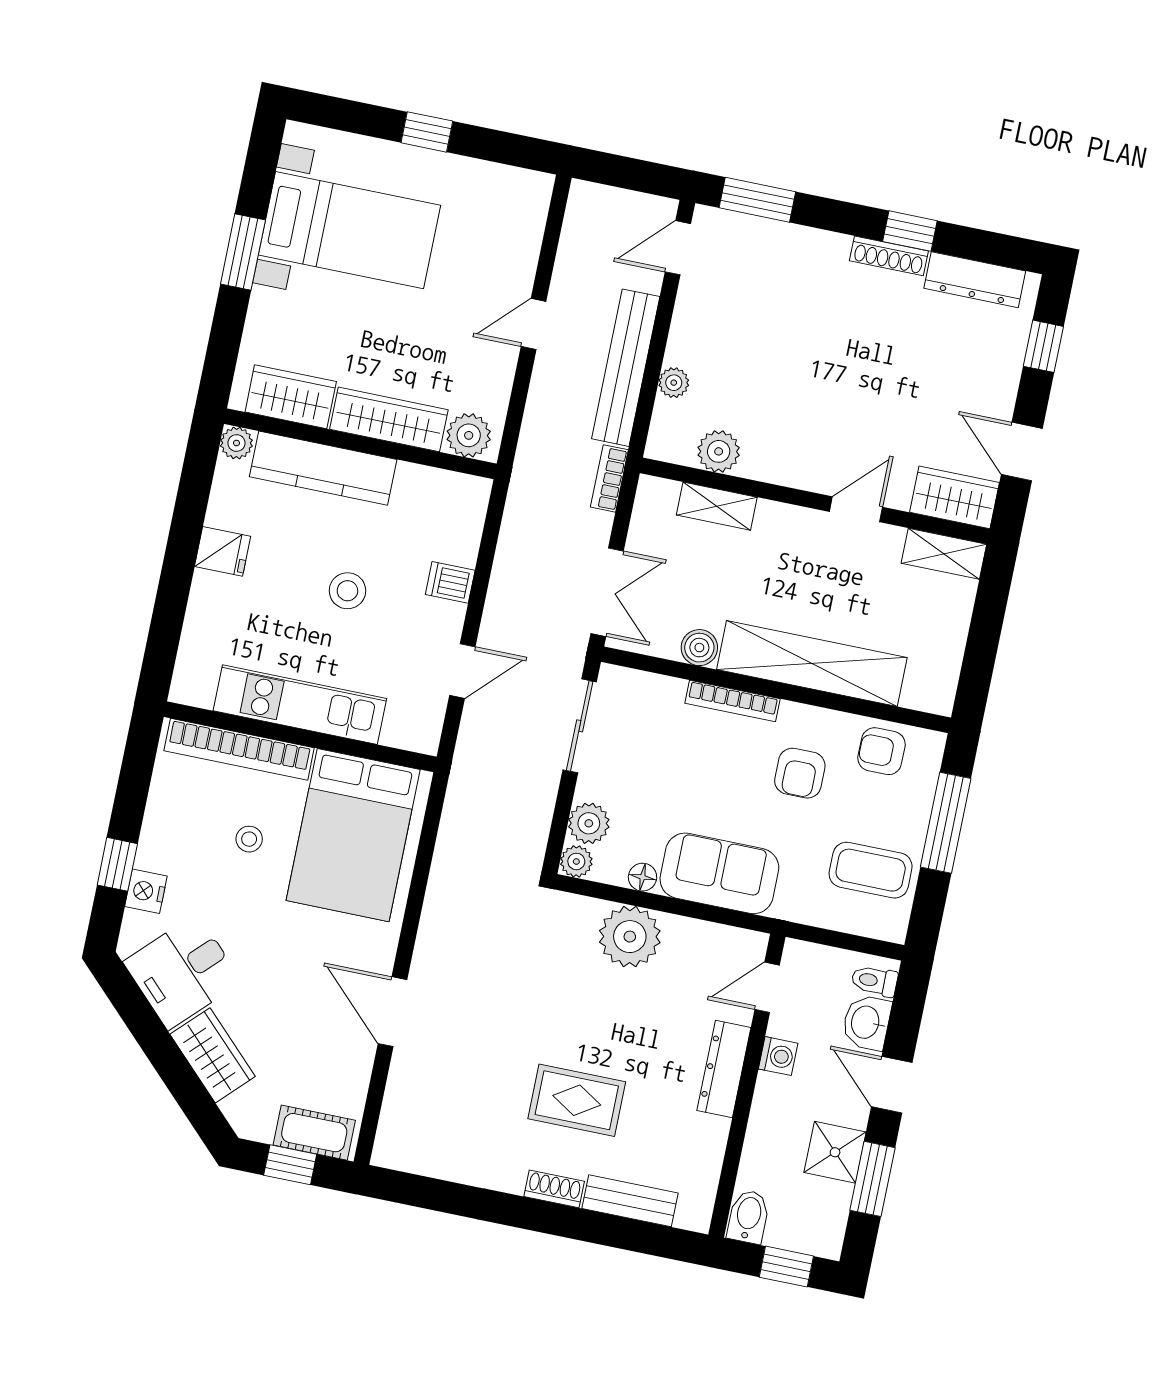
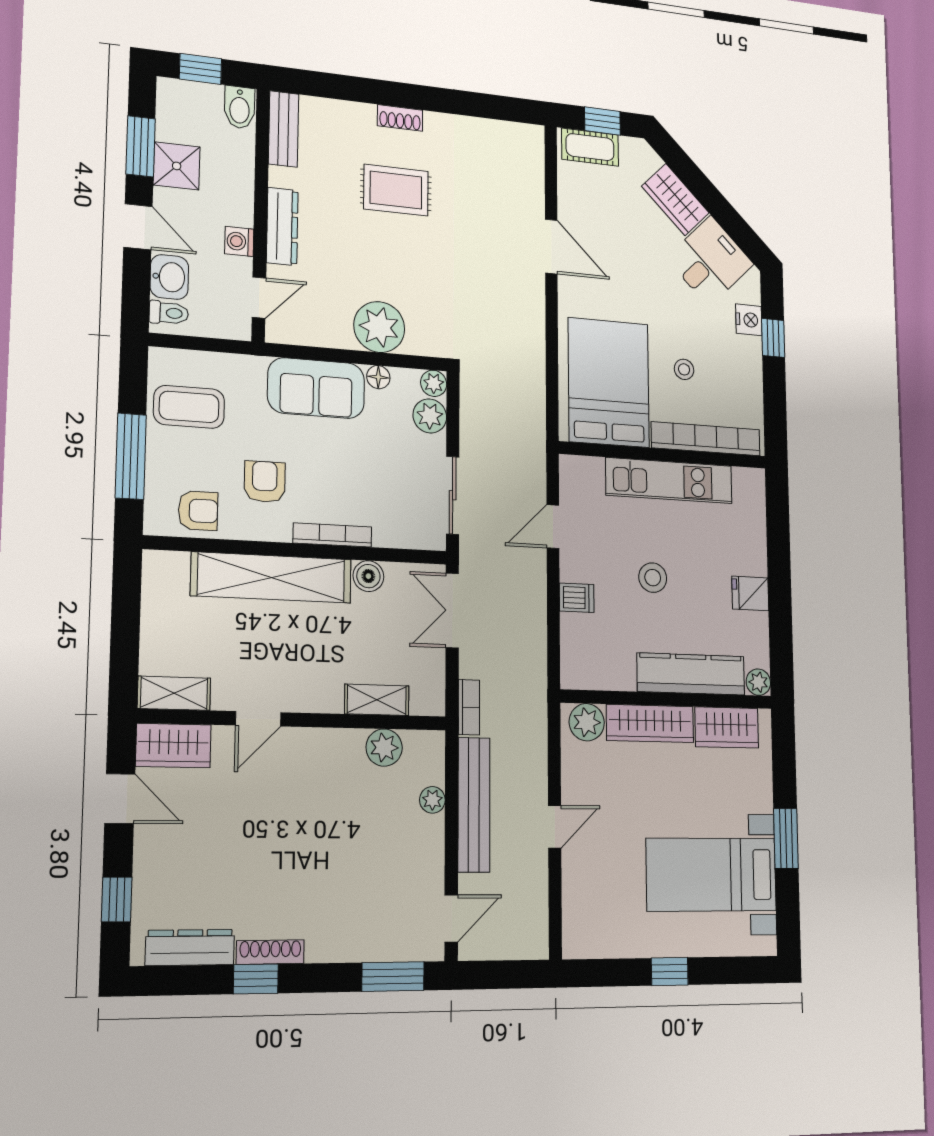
bench: (630, 1201) -> (283, 129), moved, turned 90

